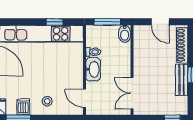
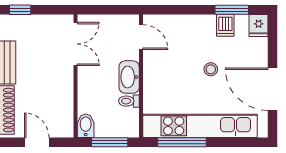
window: (55, 22) -> (182, 142), width x2.17
stool: (47, 101) -> (211, 69), moved

